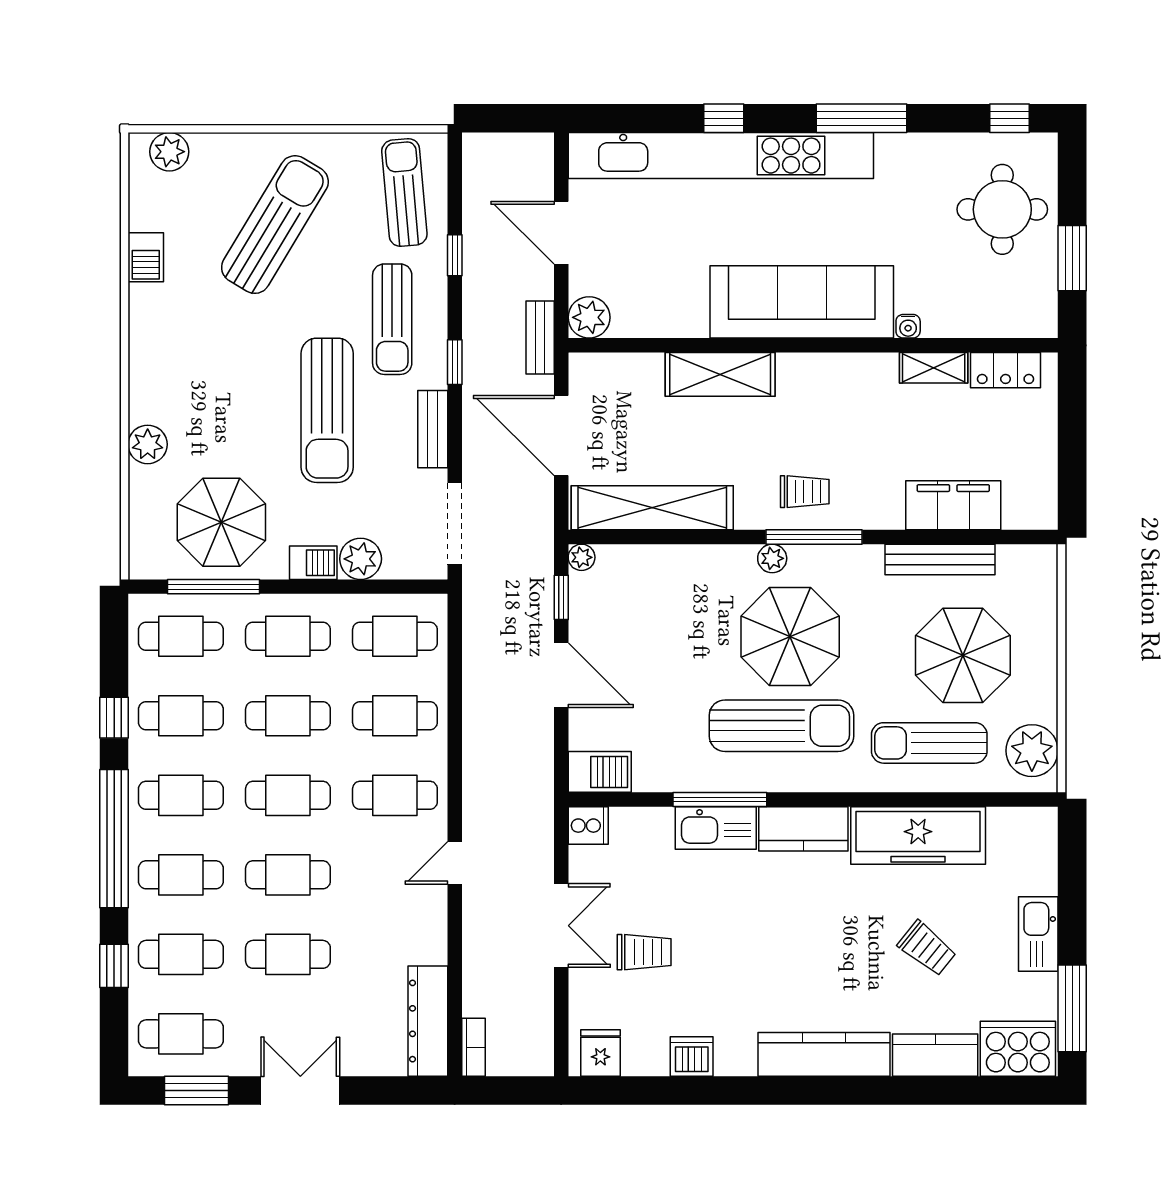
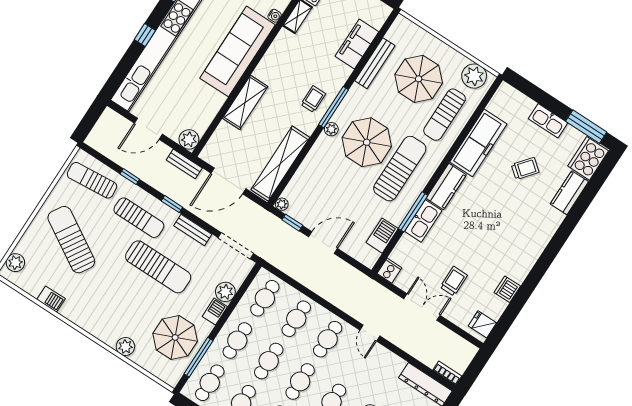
barbecue: (600, 772) -> (382, 236), moved
kitchen counter: (824, 1054) -> (540, 236), removed

